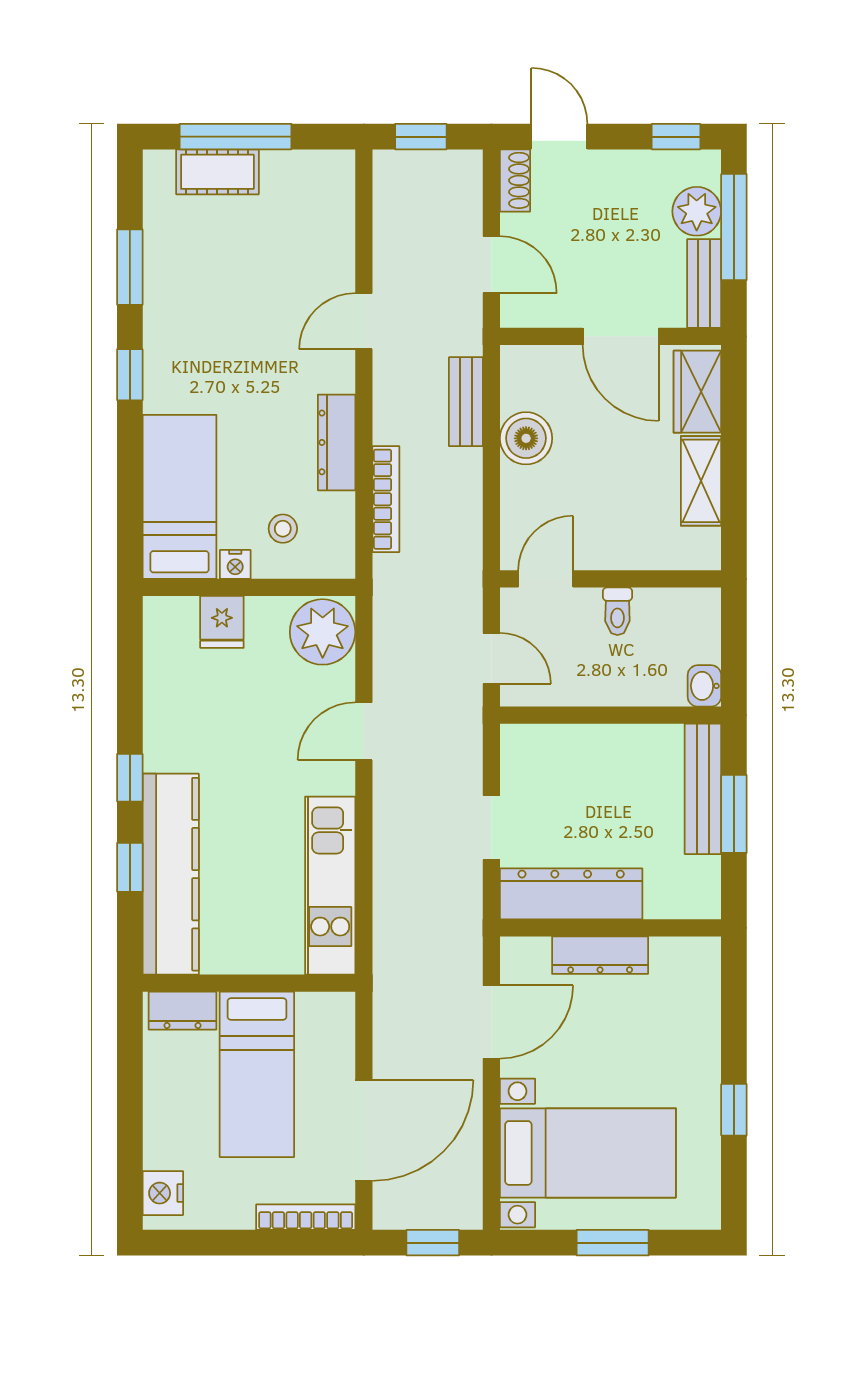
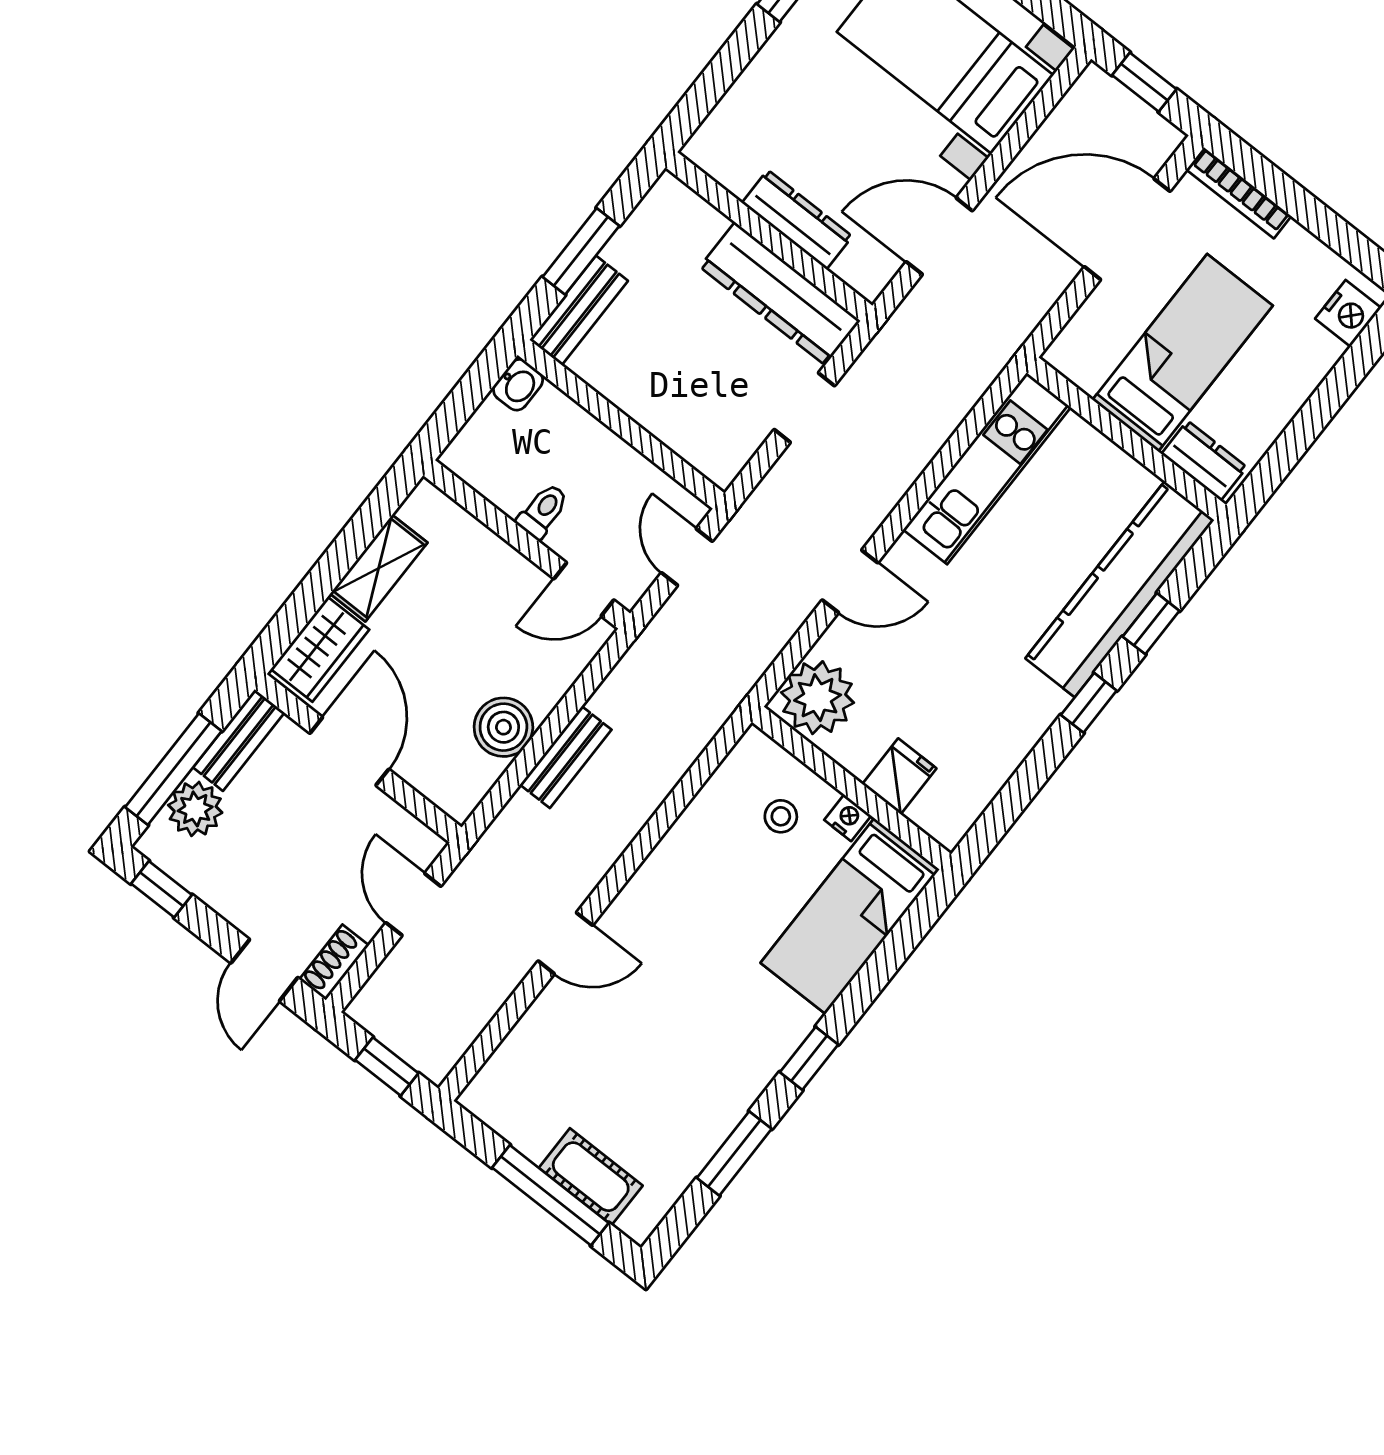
bench: (466, 402) -> (566, 757), moved
dresser: (337, 442) -> (674, 855), removed
bookcase: (386, 499) -> (669, 771), removed
bench: (703, 789) -> (579, 310), width x0.73

